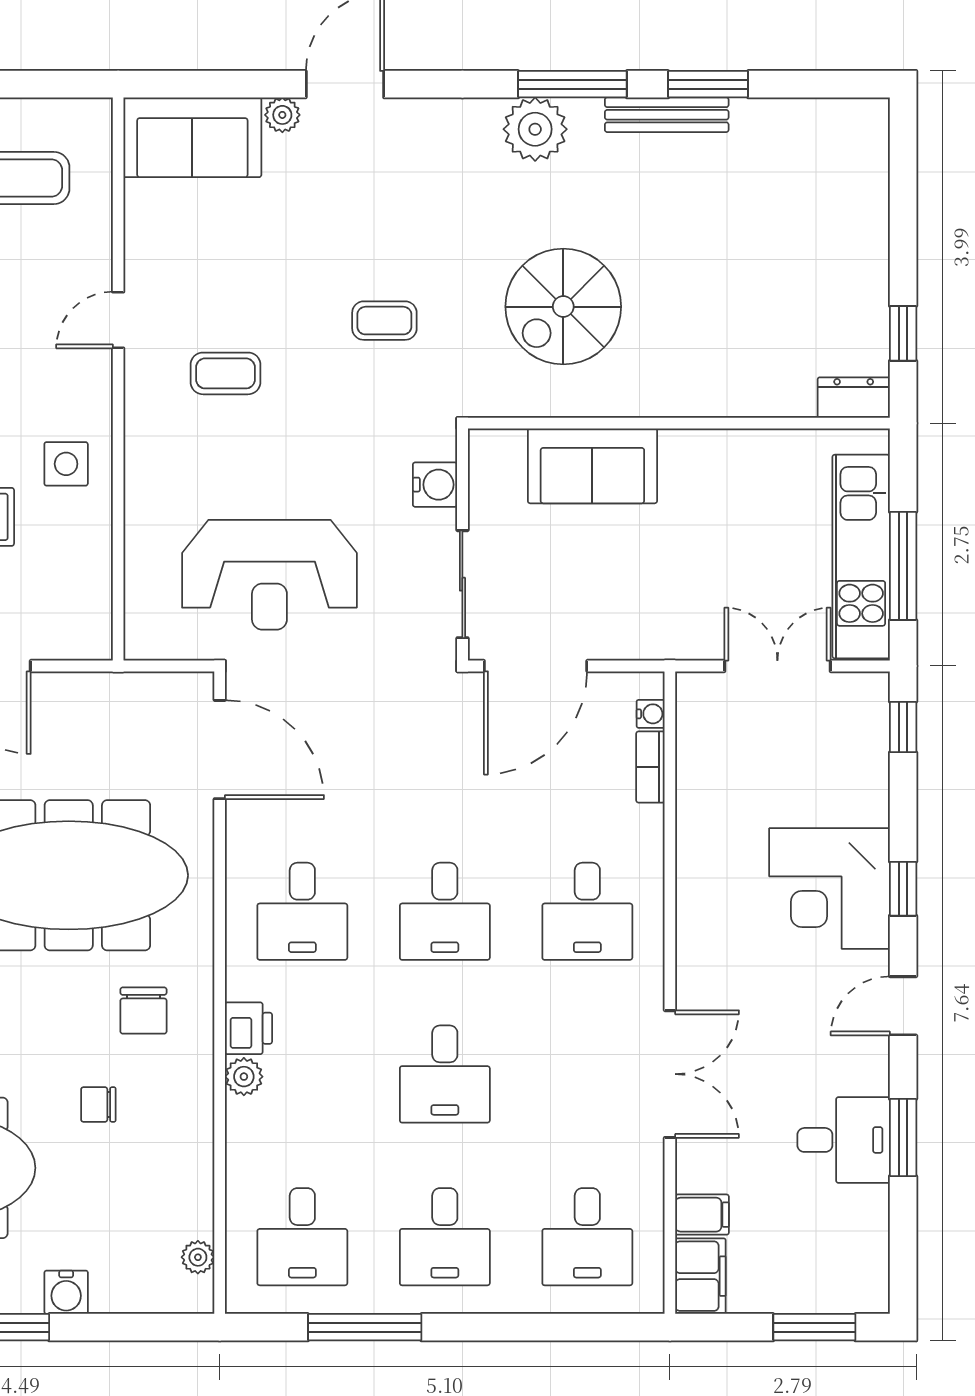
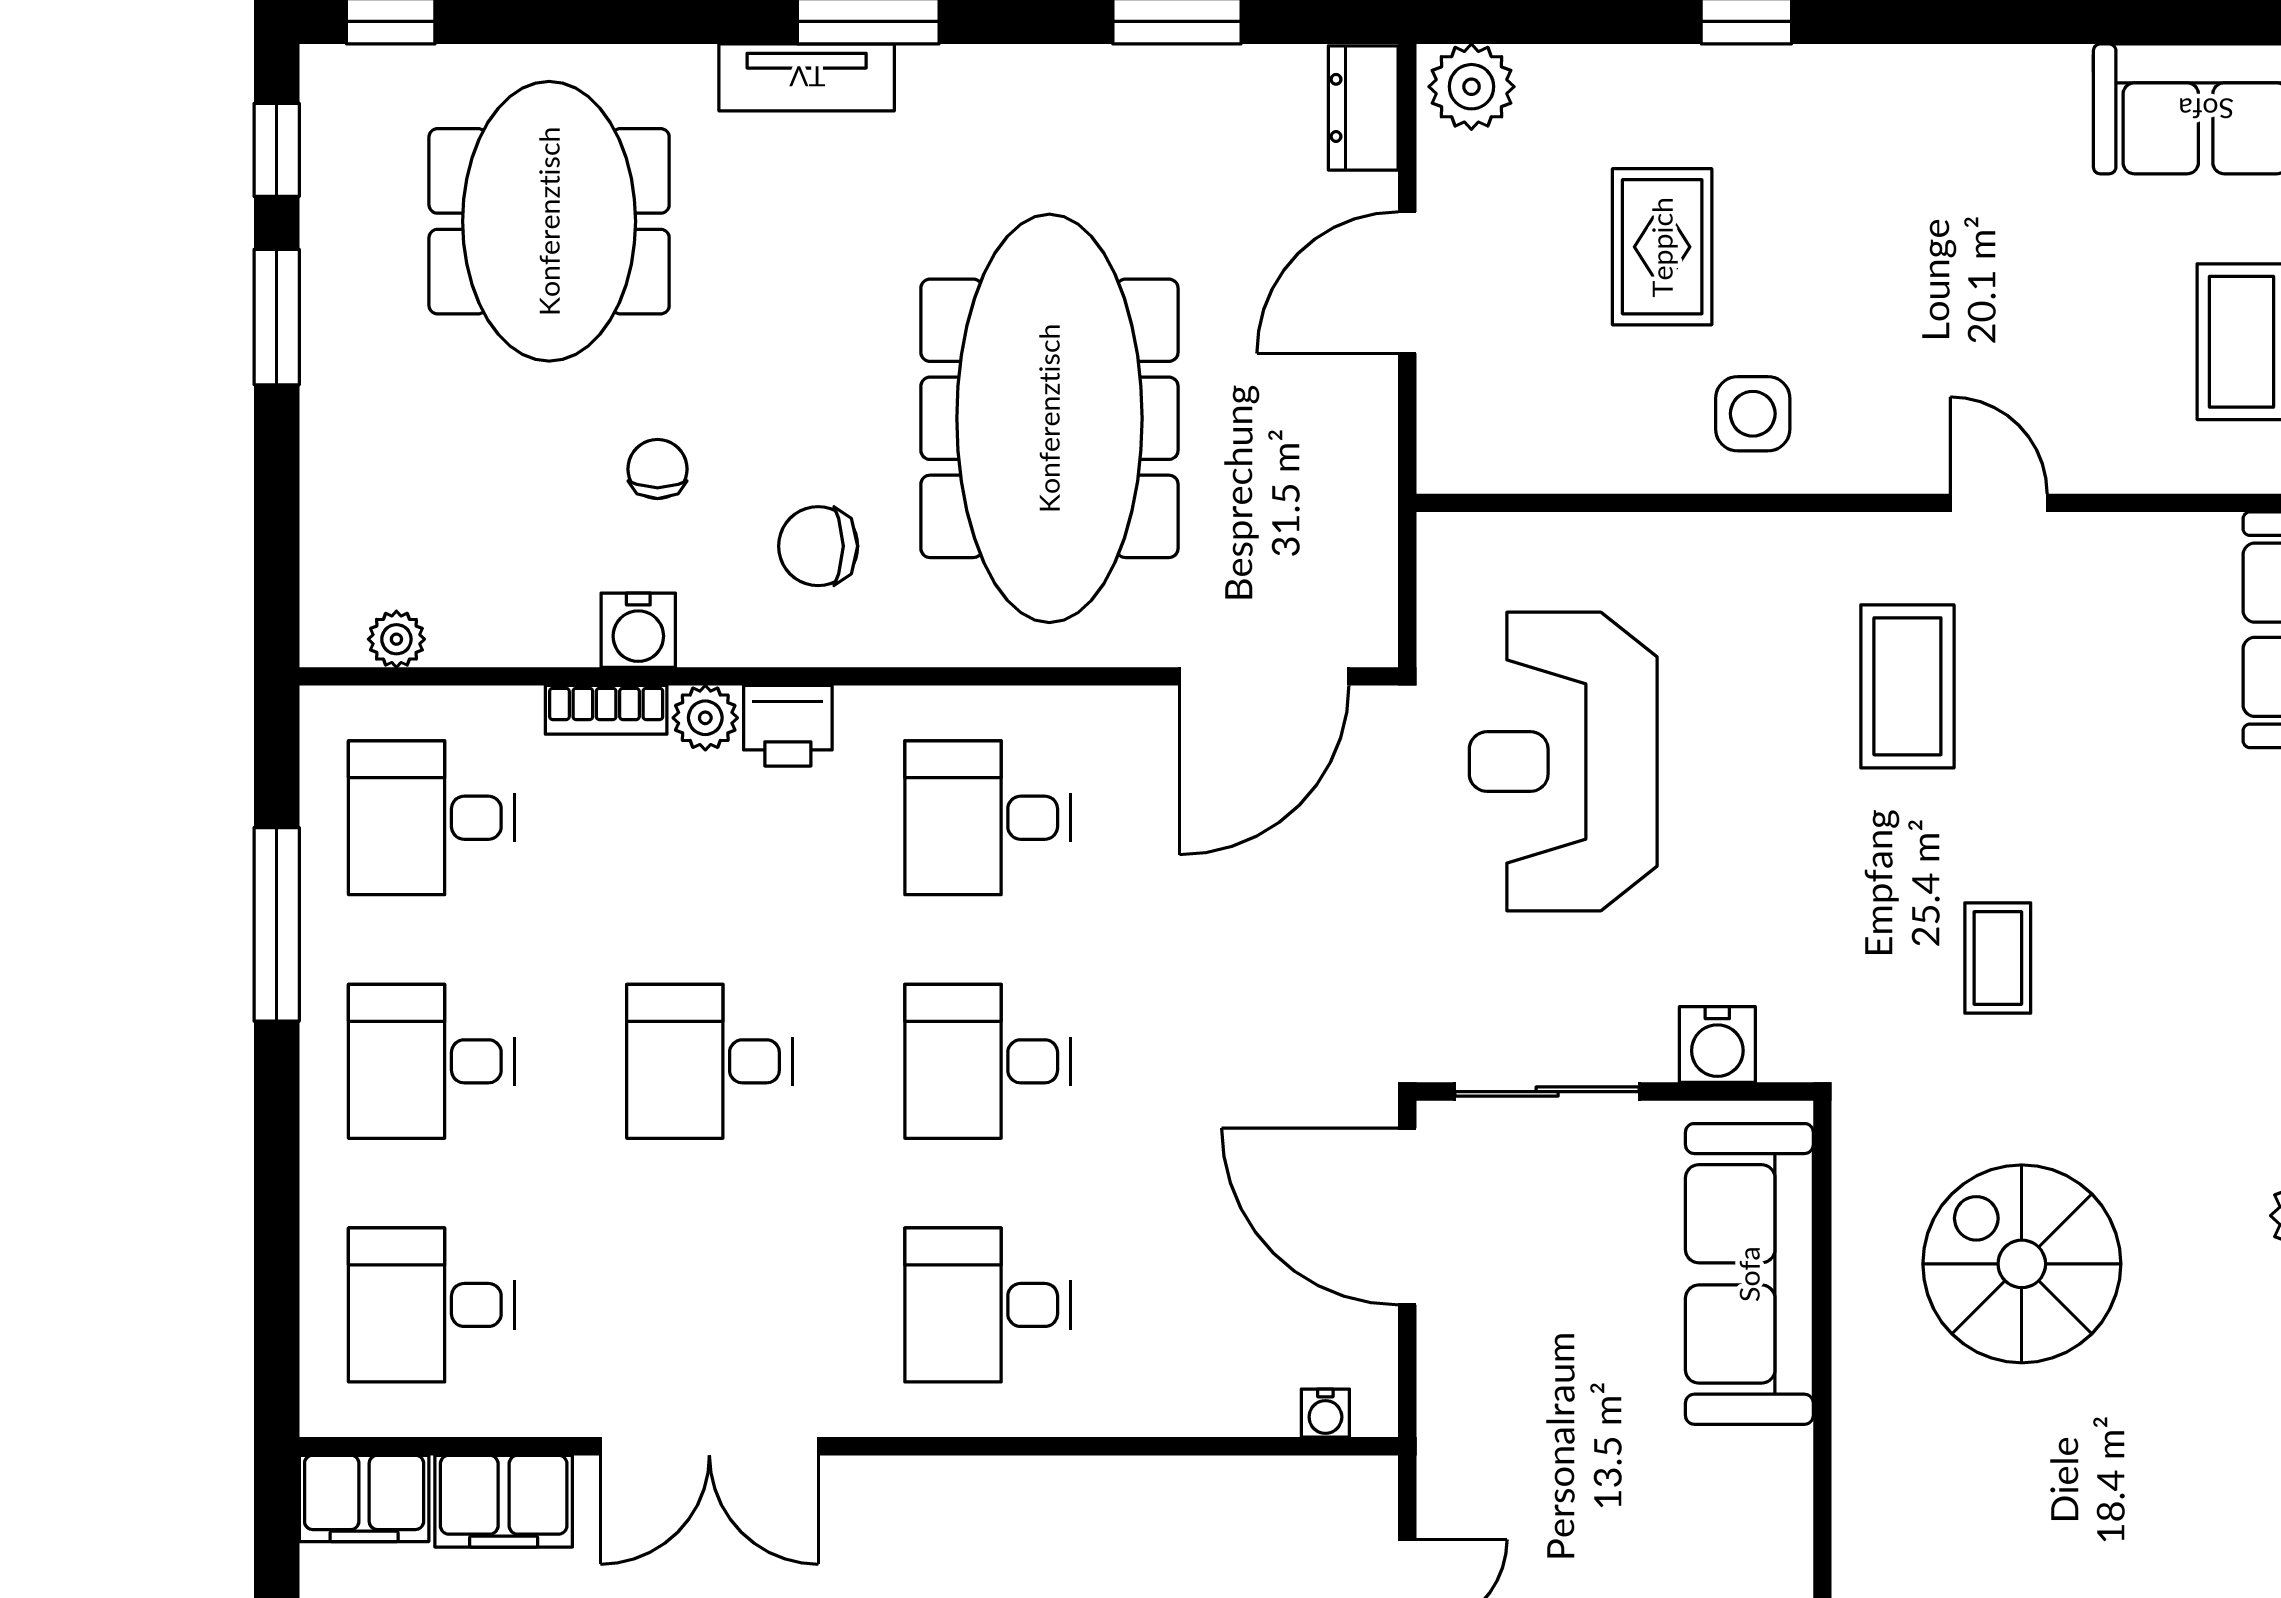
coffee table: (225, 373) -> (1907, 686), width x1.36, depth x1.30
sofa: (592, 466) -> (1749, 1274), width x1.36
bookcase: (650, 767) -> (606, 710), moved, turned 180
filing cabinet: (702, 1215) -> (504, 1501), width x2.00
water cooler: (66, 1292) -> (638, 630), moved, turned -90

